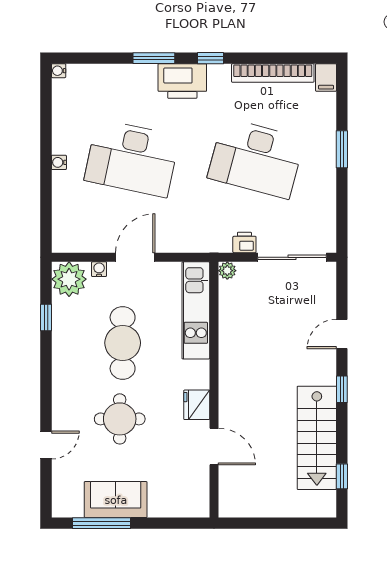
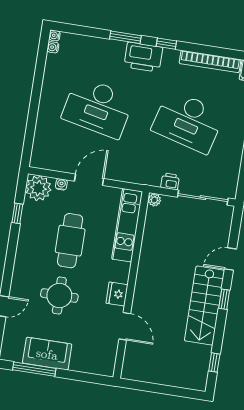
water cooler: (59, 162) -> (53, 47), moved
stairs: (317, 438) -> (205, 306), moved

